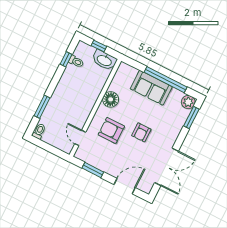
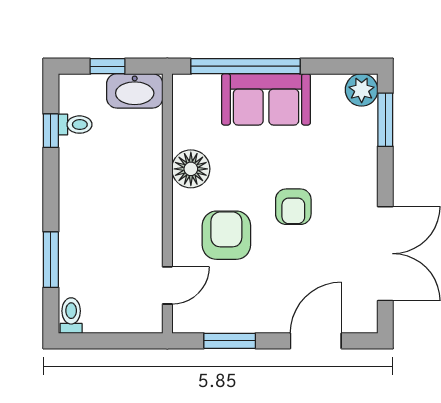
window: (166, 80) -> (246, 66), moved
armchair: (111, 130) -> (226, 235), turned 90
door: (80, 138) -> (167, 285), swing flipped

